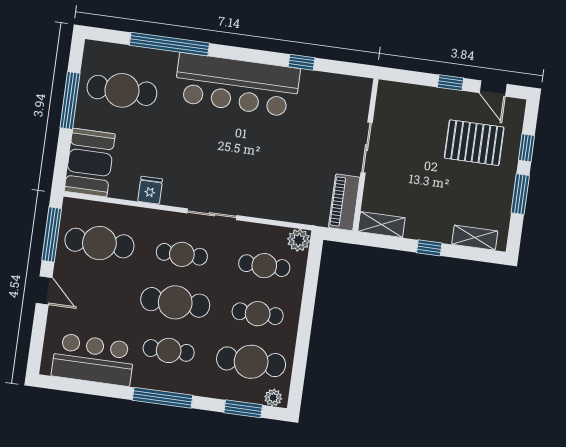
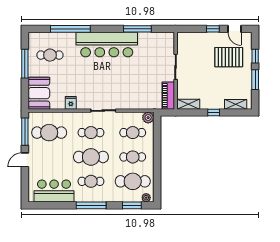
window: (302, 62) -> (137, 29), width x2.17
cafe table: (122, 90) -> (50, 55), width x0.73, depth x0.74
door: (44, 290) -> (25, 160), swing flipped

